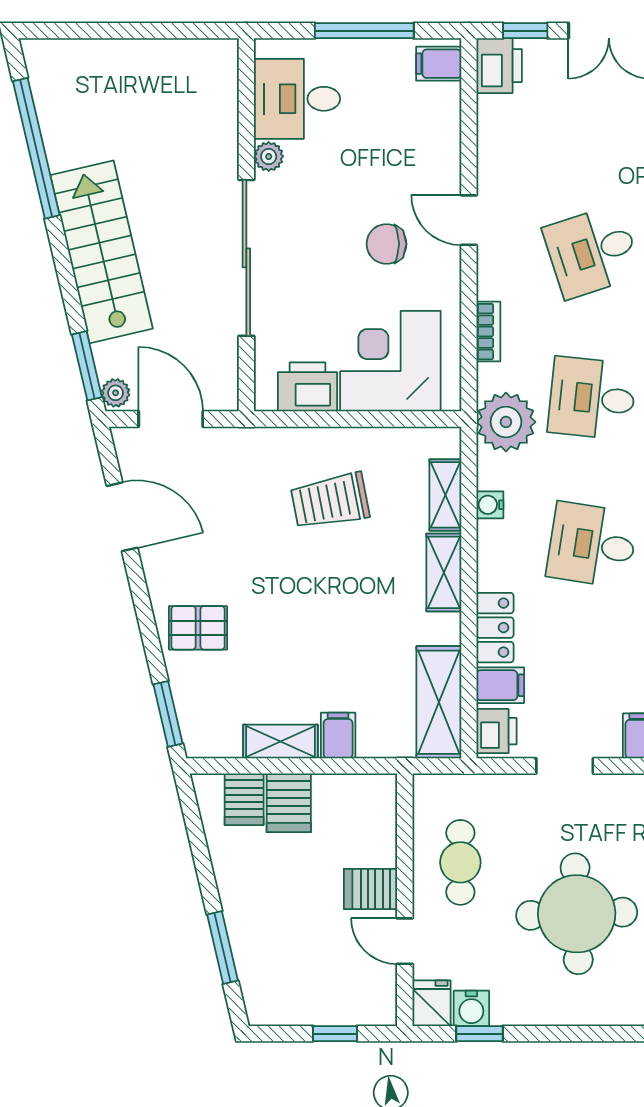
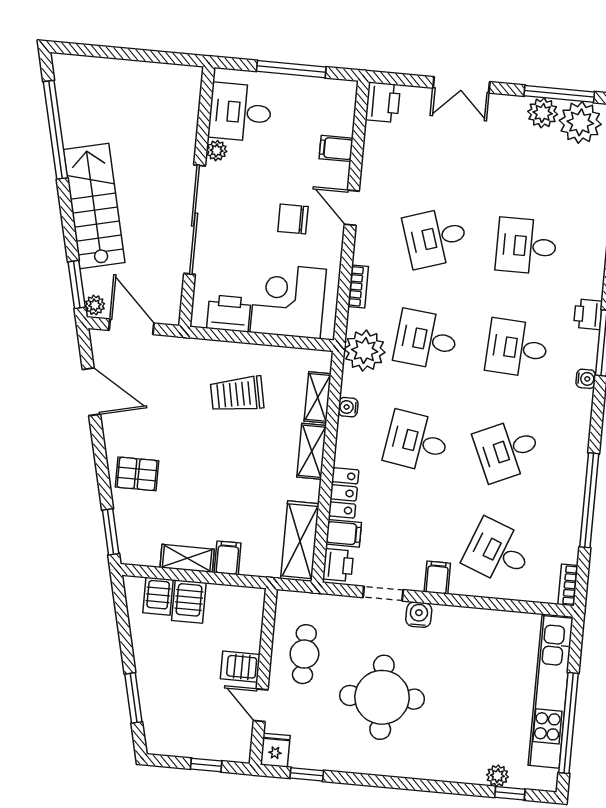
window: (525, 31) -> (403, 79), removed
filing cabinet: (439, 64) -> (336, 148), moved
water cooler: (471, 1008) -> (419, 615), moved, turned 180

